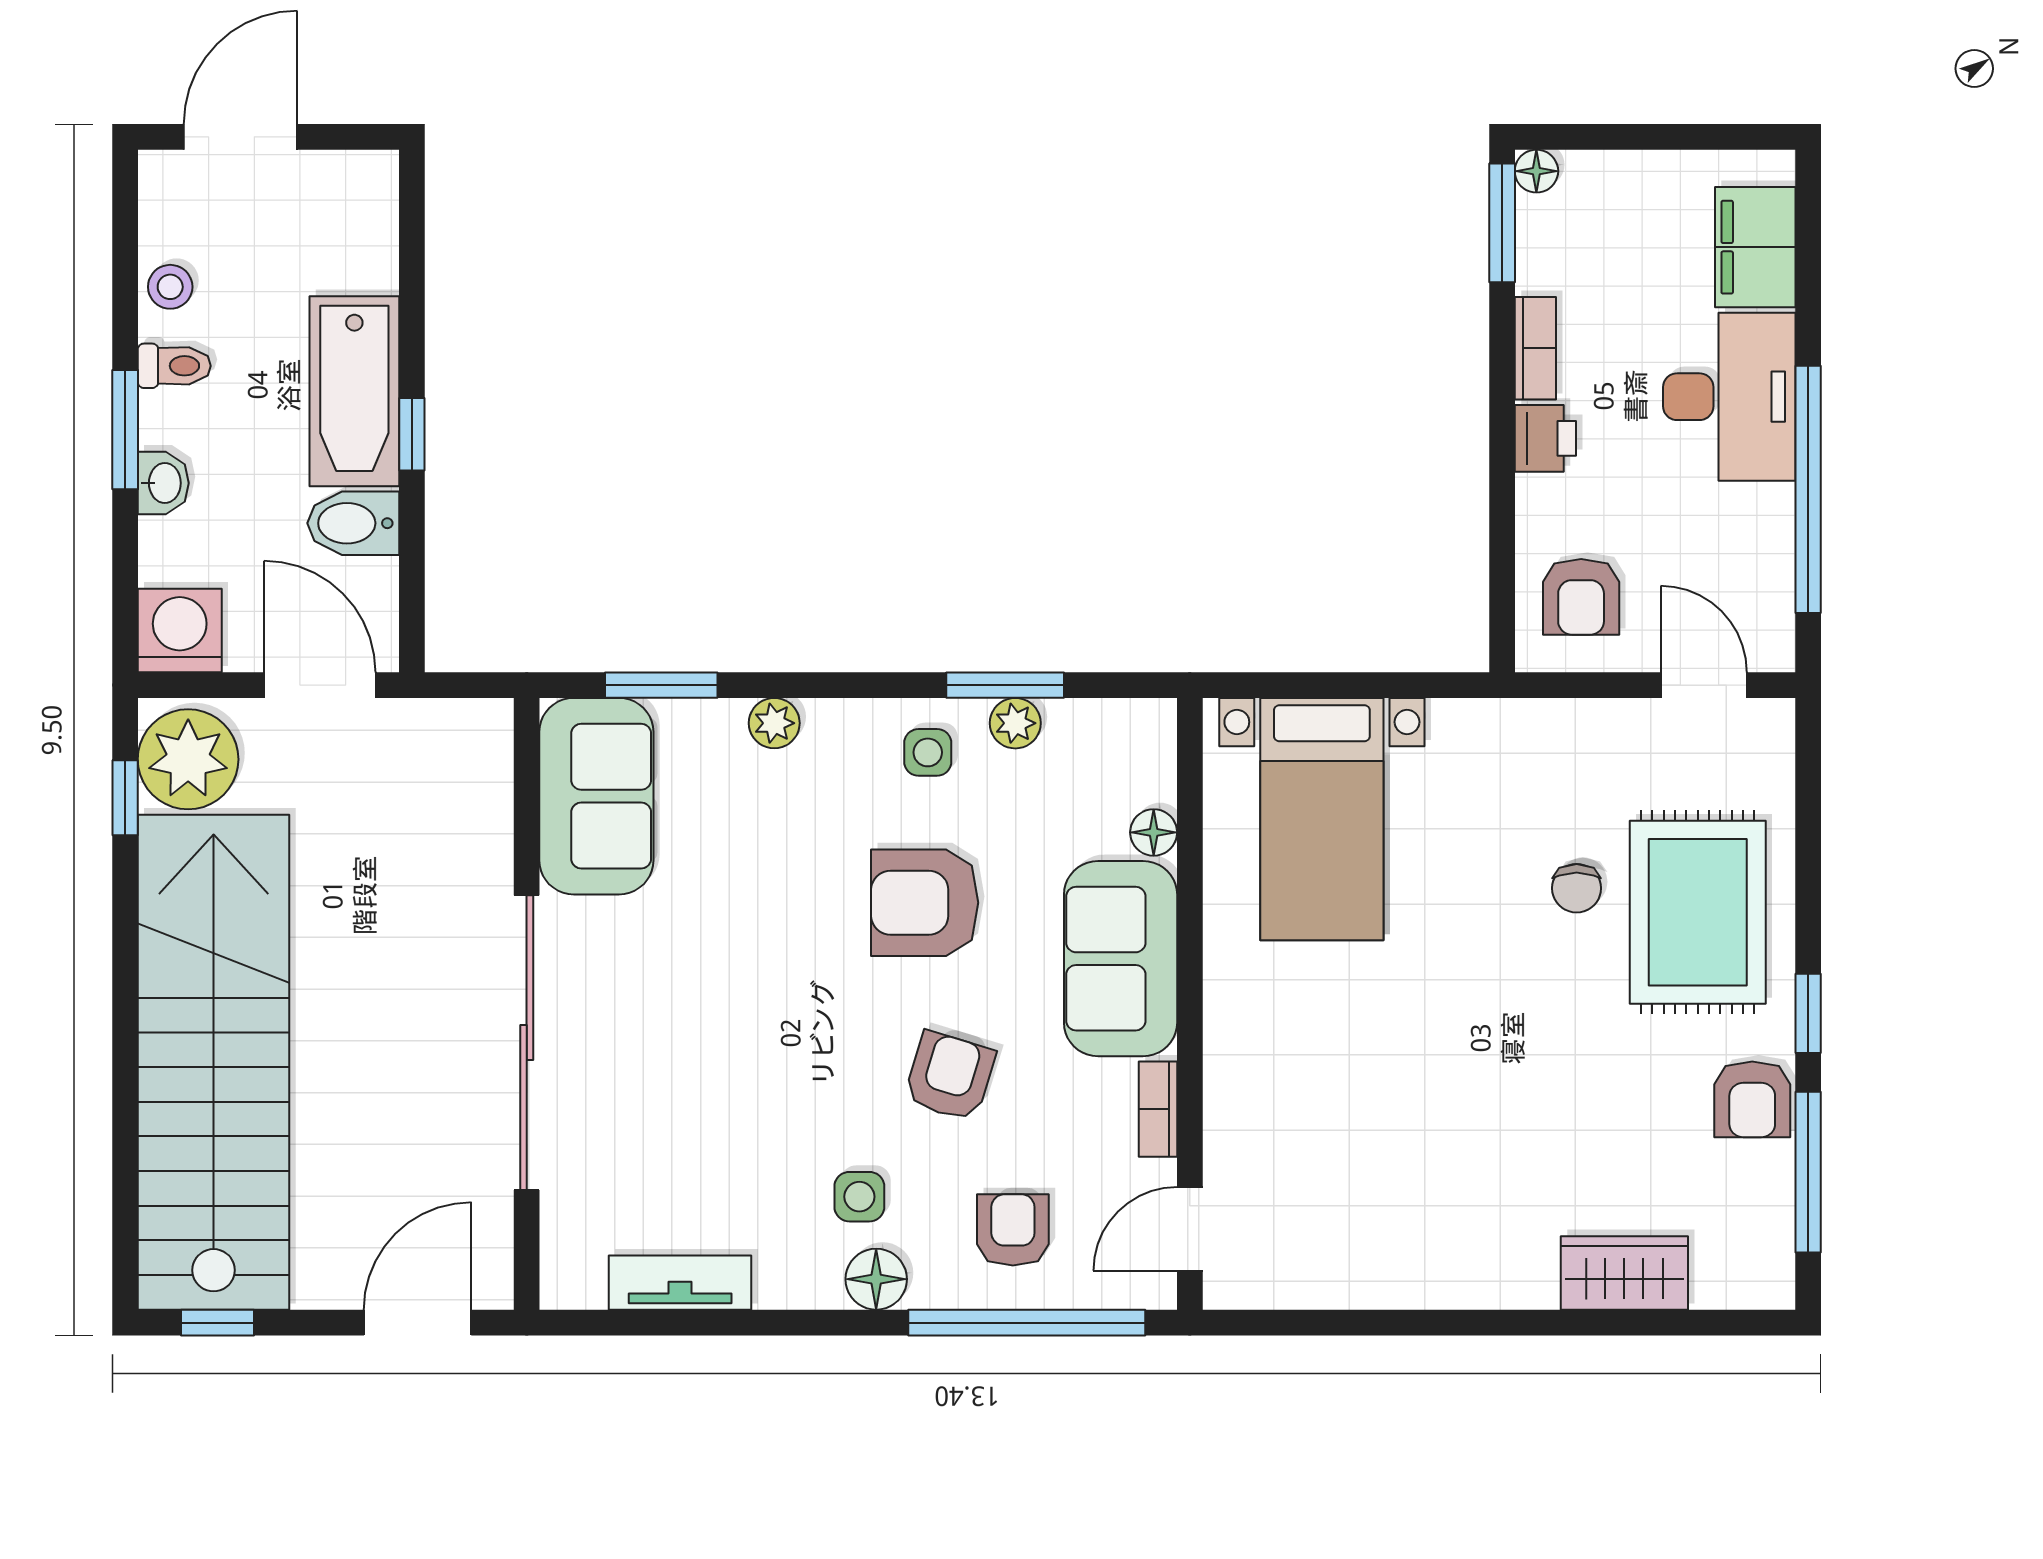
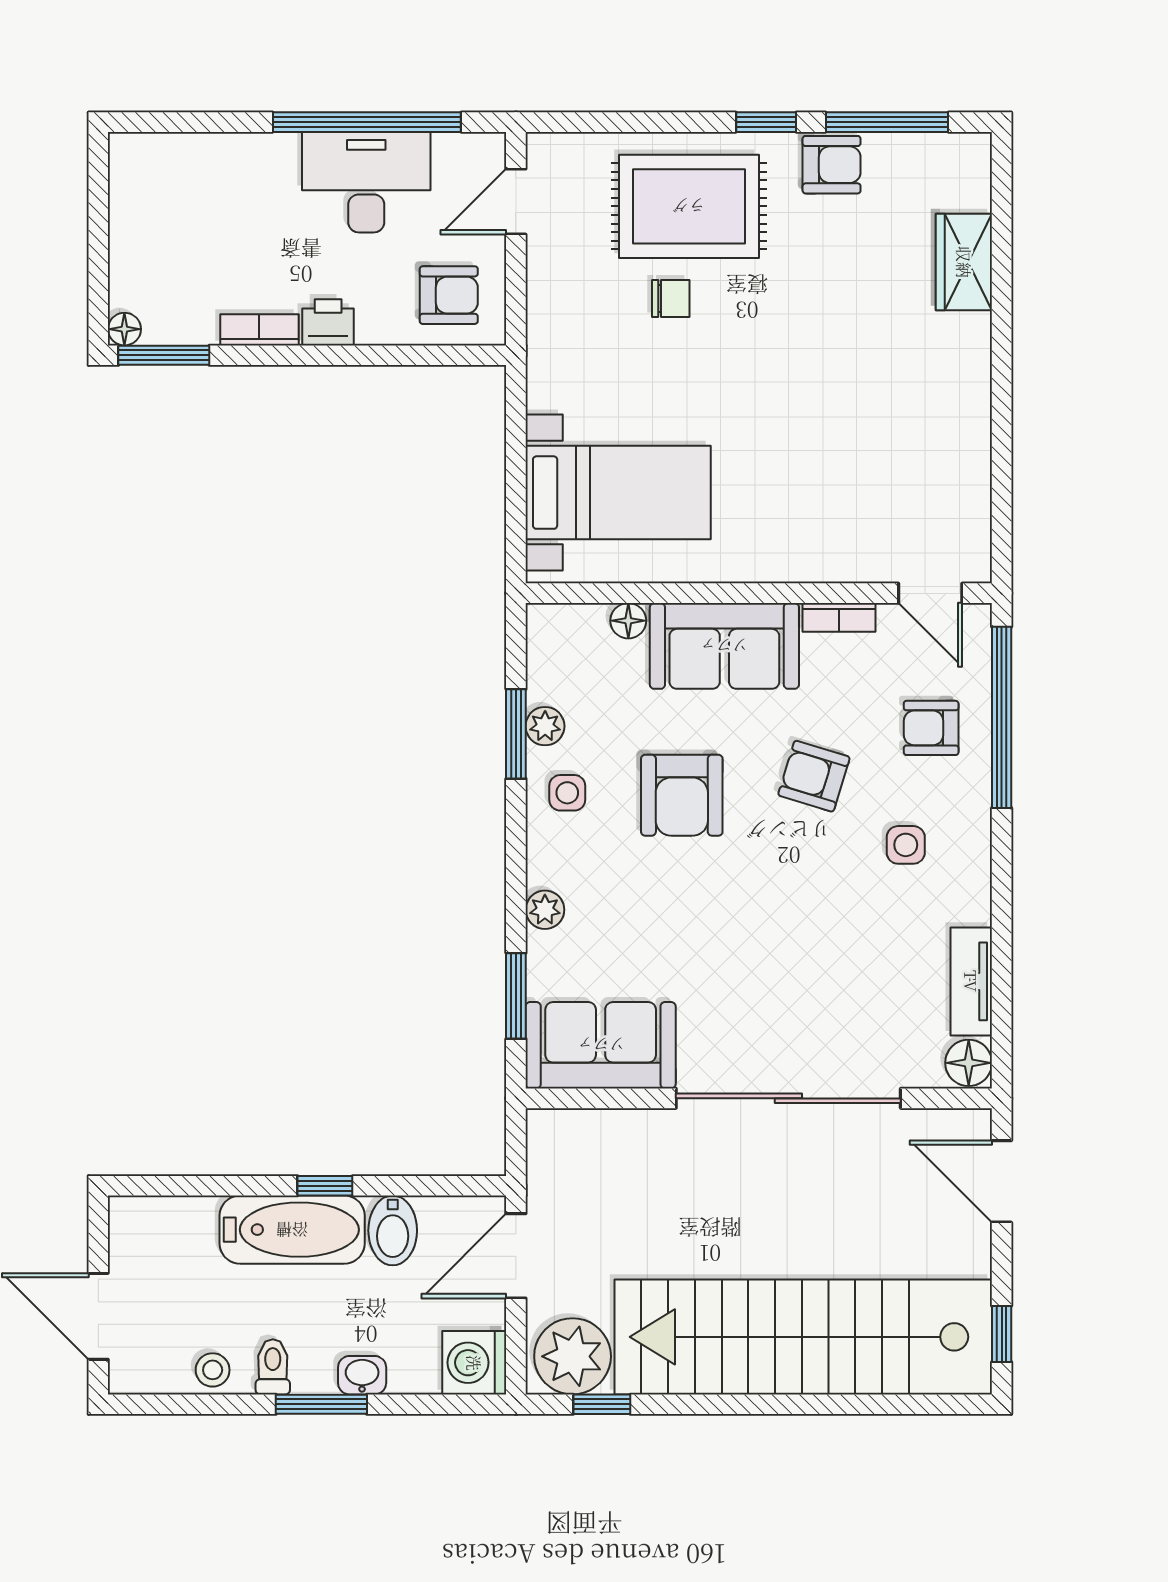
filing cabinet: (1755, 247) -> (182, 162), removed
desk: (1729, 397) -> (366, 182), moved
floor lamp: (876, 1279) -> (969, 1063), moved

